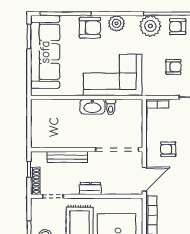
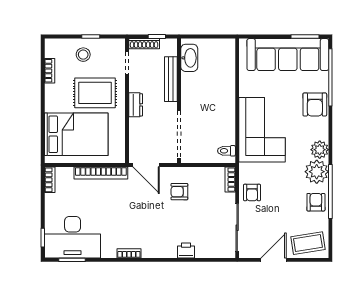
plant: (117, 23) -> (320, 150), moved
armchair: (173, 67) -> (252, 192), moved
washbasin: (92, 107) -> (189, 58), moved, turned 180
toilet: (111, 107) -> (226, 151), moved
armchair: (168, 149) -> (179, 192), turned -90

